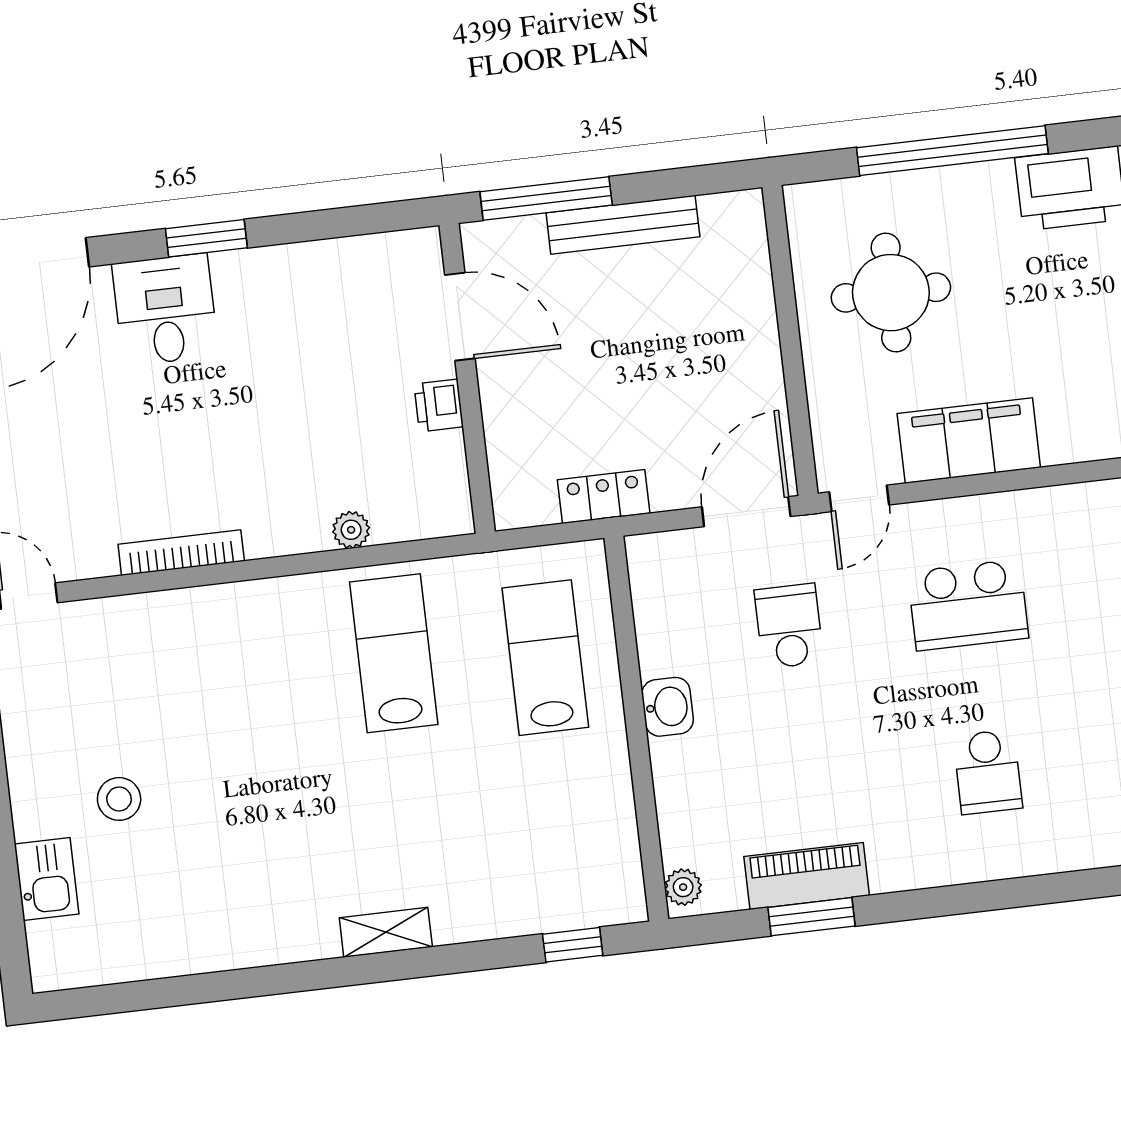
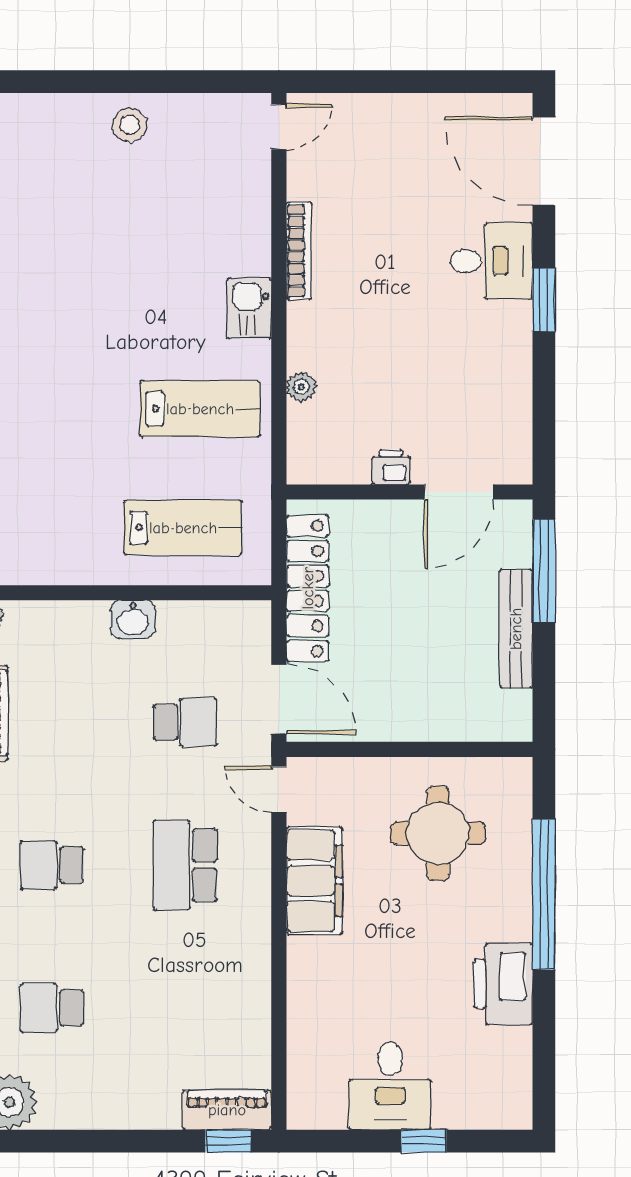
locker: (604, 497) -> (308, 588), width x2.16, depth x1.21
stool: (119, 799) -> (130, 125), moved
kitchen sink: (47, 879) -> (249, 308), moved, turned 90

